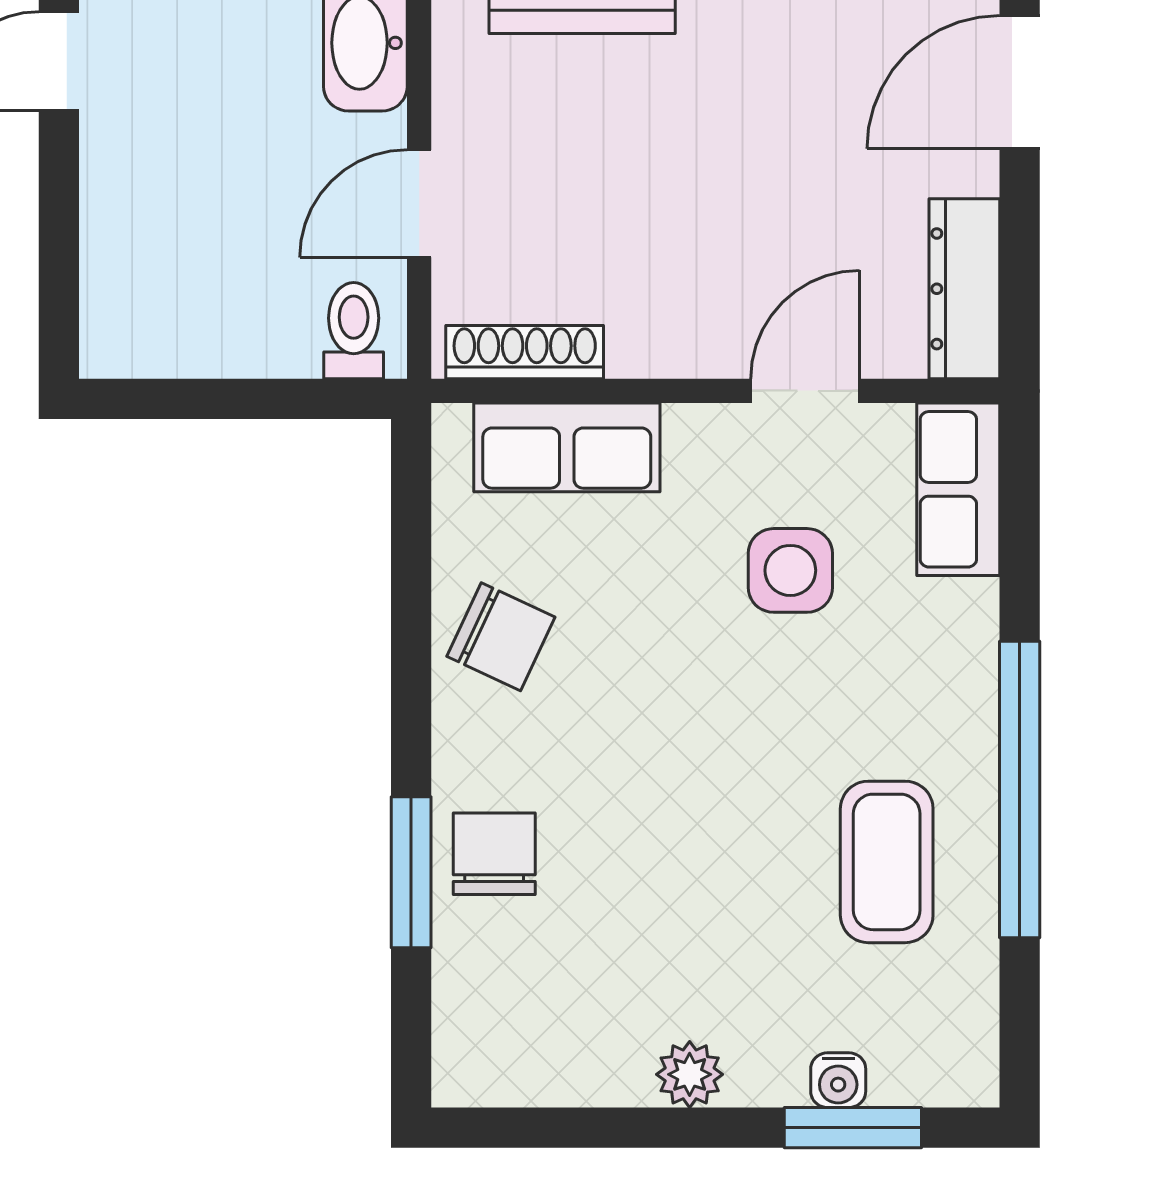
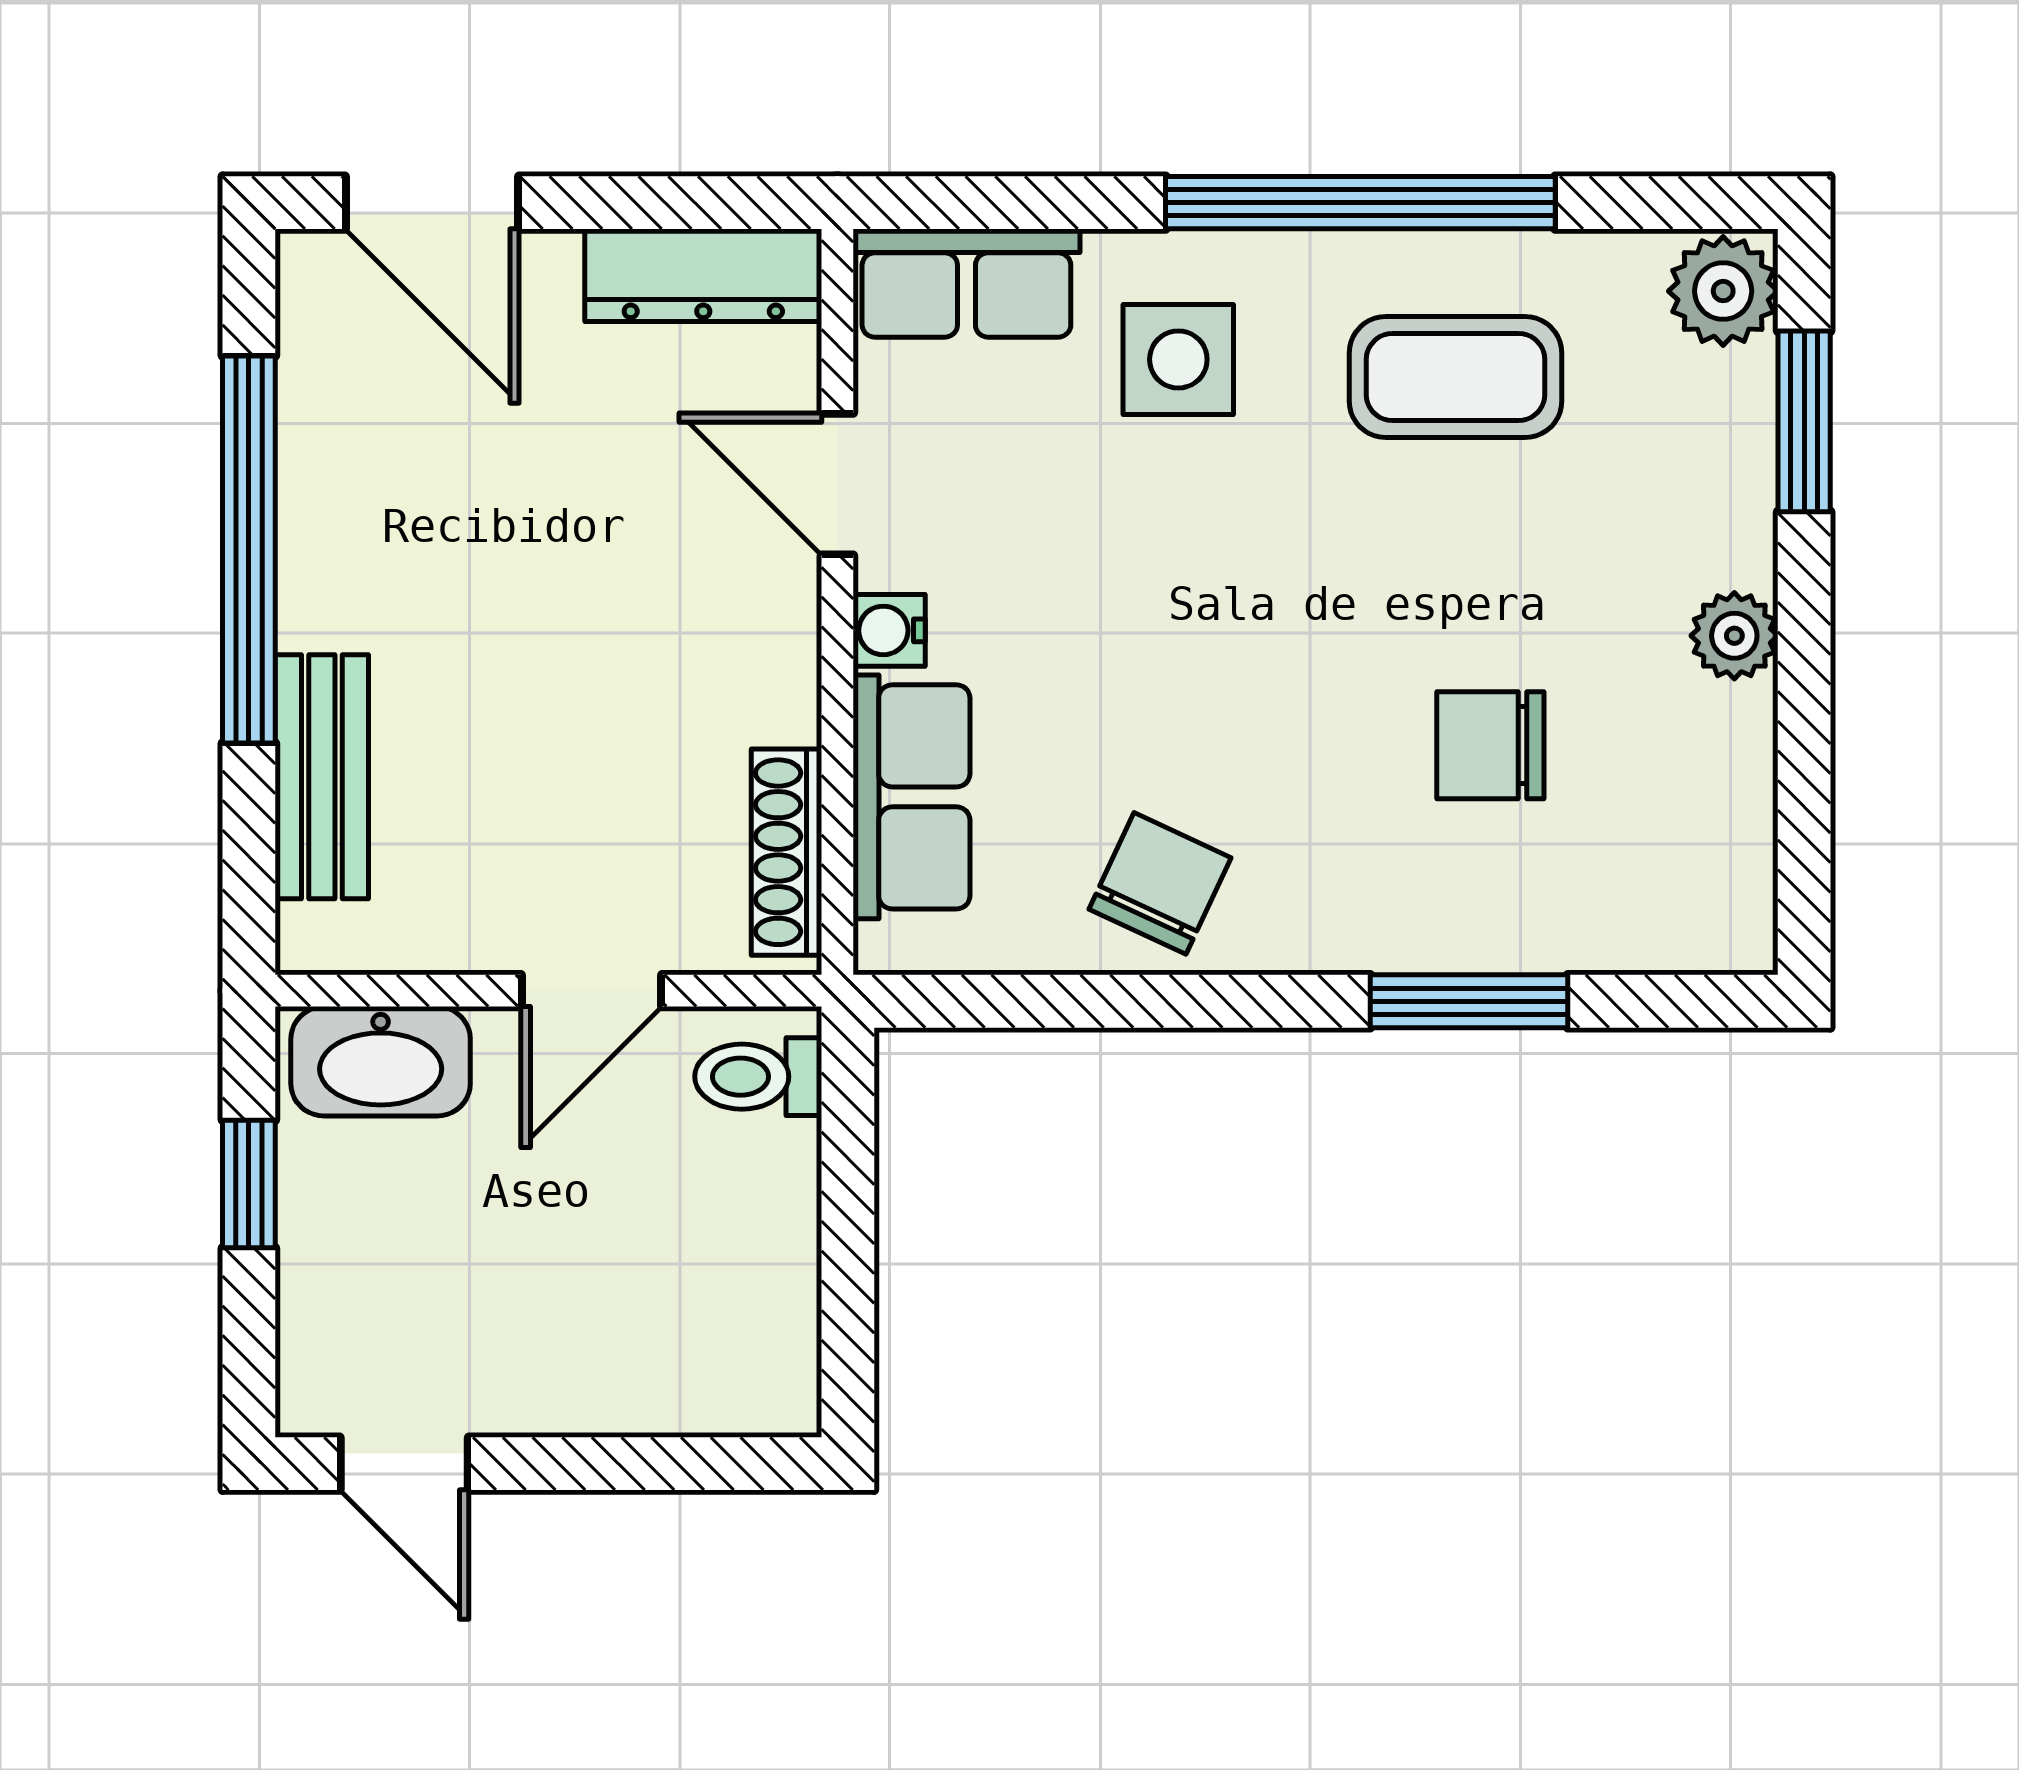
door: (419, 204) -> (592, 991), hinge flipped
side table: (790, 570) -> (1178, 359), moved
chair: (494, 854) -> (1490, 745), moved
plant: (952, 1066) -> (1723, 291), added
water cooler: (838, 1080) -> (889, 630), moved, turned 180

